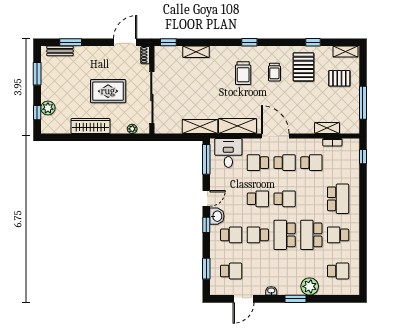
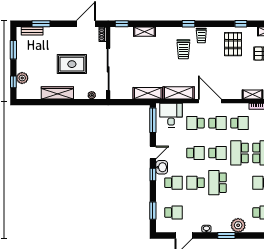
trolley: (274, 72) -> (201, 36), moved
school desk: (311, 235) -> (240, 153), moved

